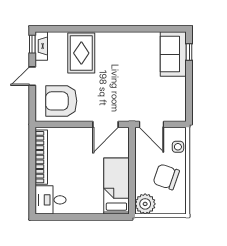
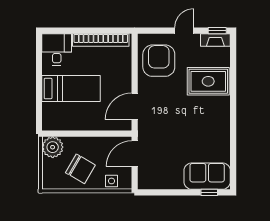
door: (32, 76) -> (184, 31), hinge flipped
door: (106, 124) -> (135, 106), hinge flipped
chair: (166, 177) -> (80, 169), turned 101
bed: (116, 186) -> (71, 89), moved

